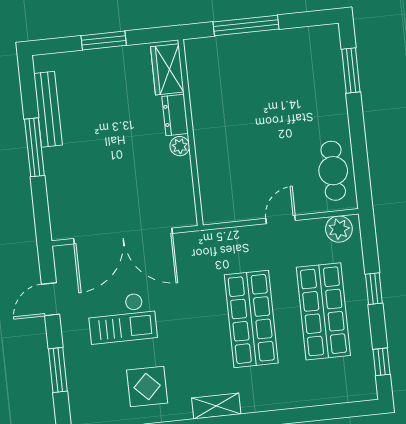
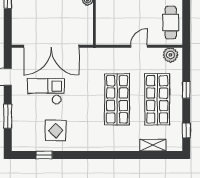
checkout: (122, 318) -> (46, 91), turned 180
shelving: (216, 406) -> (153, 145), moved

